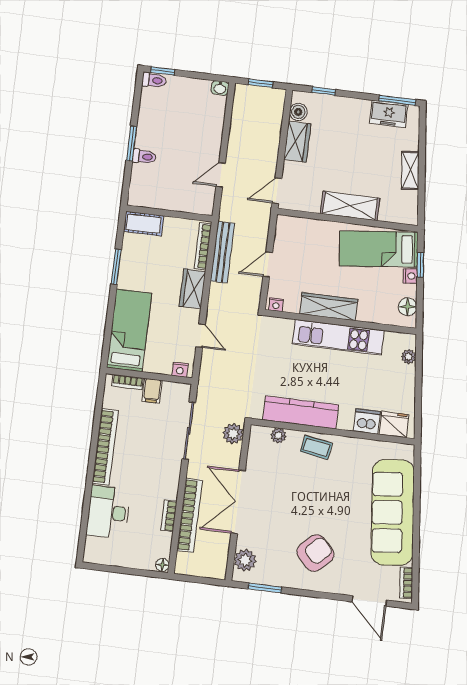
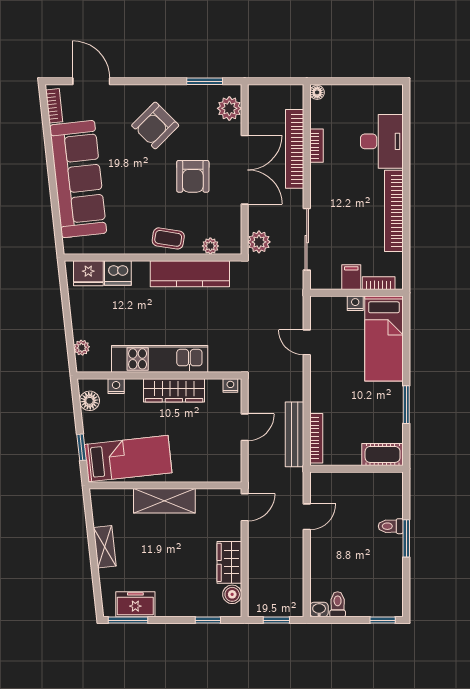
toilet: (154, 80) -> (338, 604), moved, turned 90
nightstand: (410, 276) -> (116, 386), moved, turned 96
wardrobe: (192, 289) -> (322, 391), removed
nightstand: (180, 370) -> (355, 303), moved
armchair: (287, 502) -> (193, 176), added

